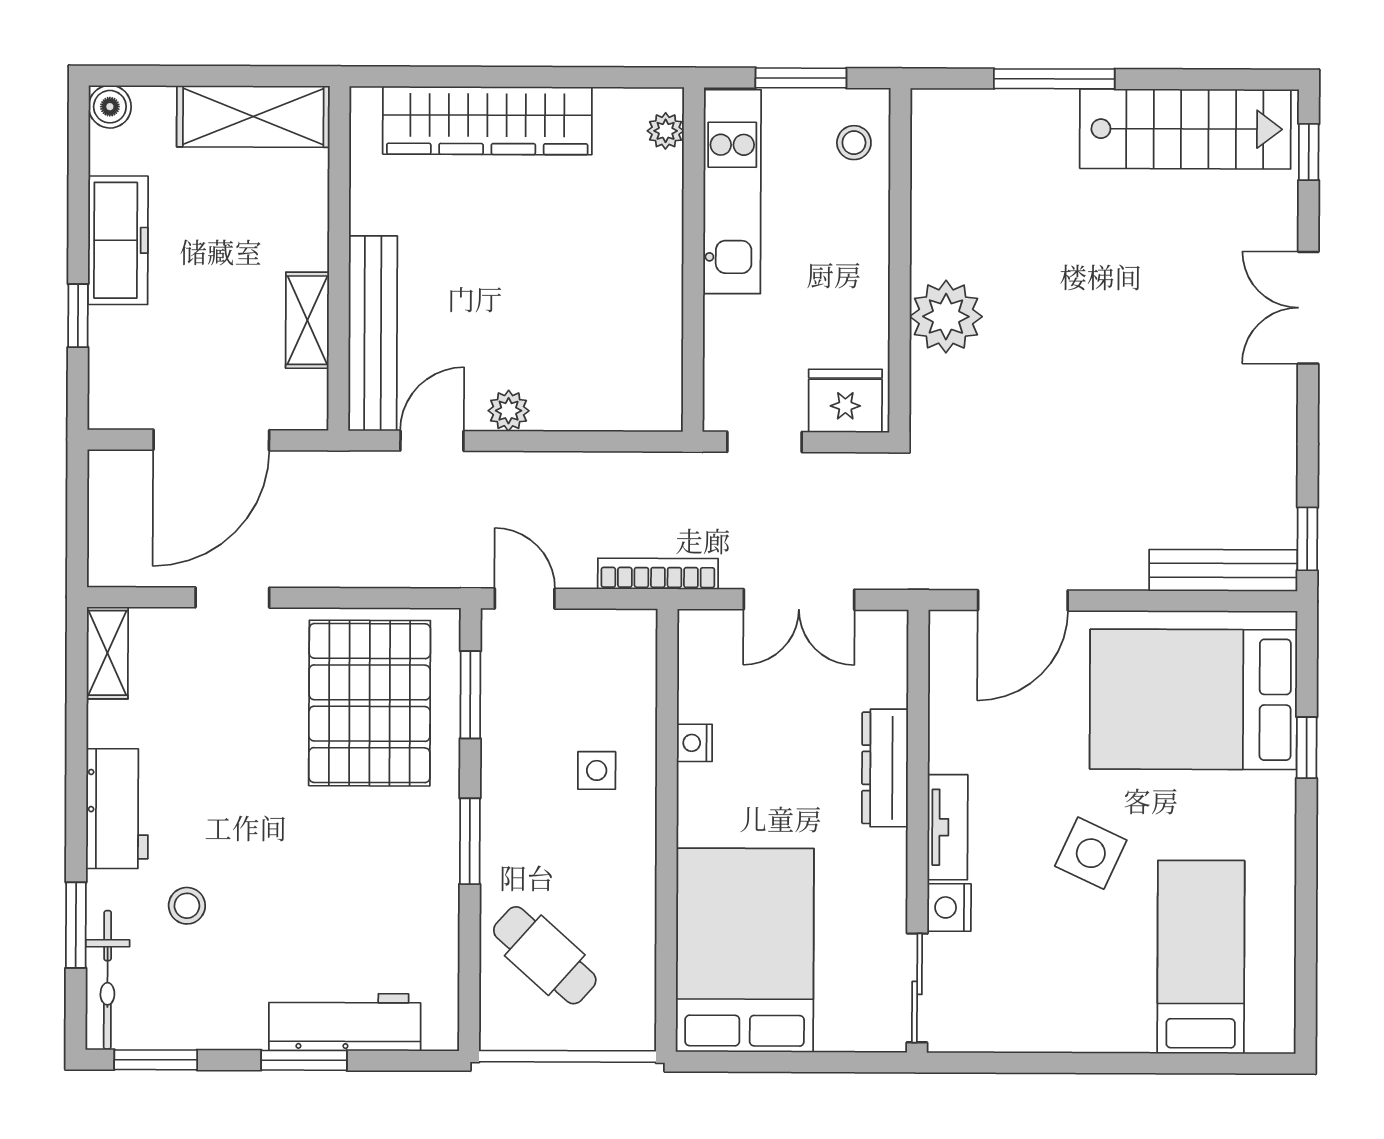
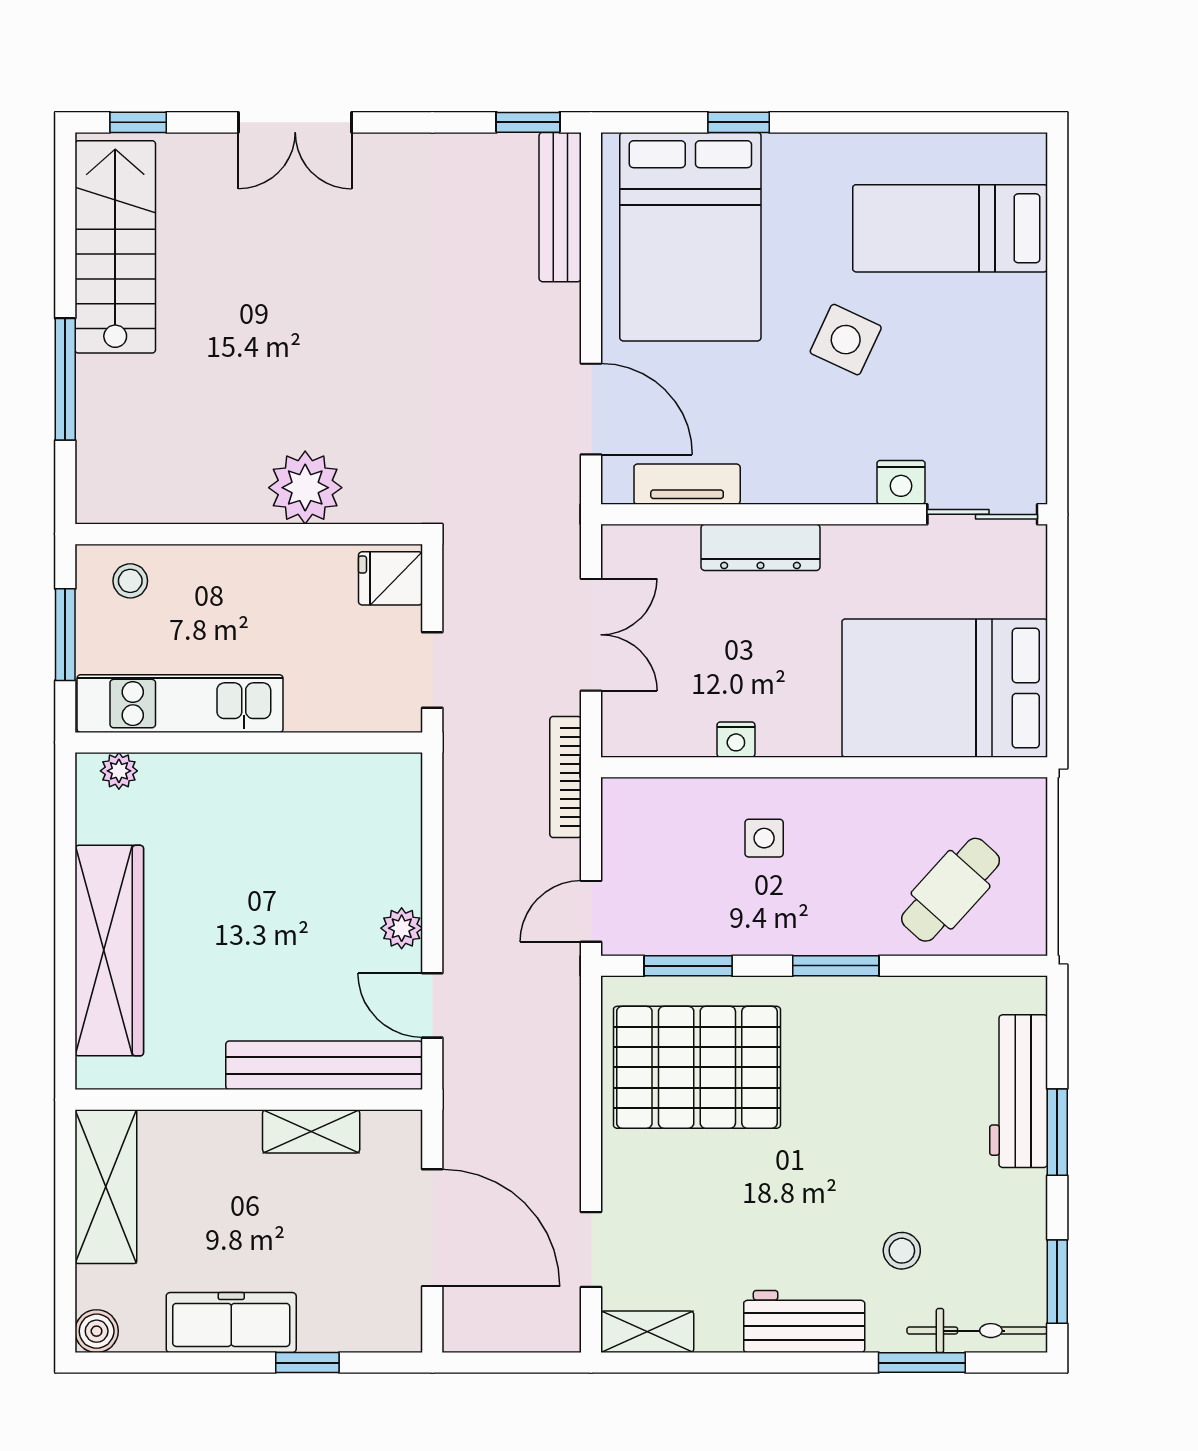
fridge: (845, 401) -> (390, 578), width x0.72
doorway: (232, 598) -> (591, 1250), moved
tv unit: (948, 827) -> (687, 484), moved

